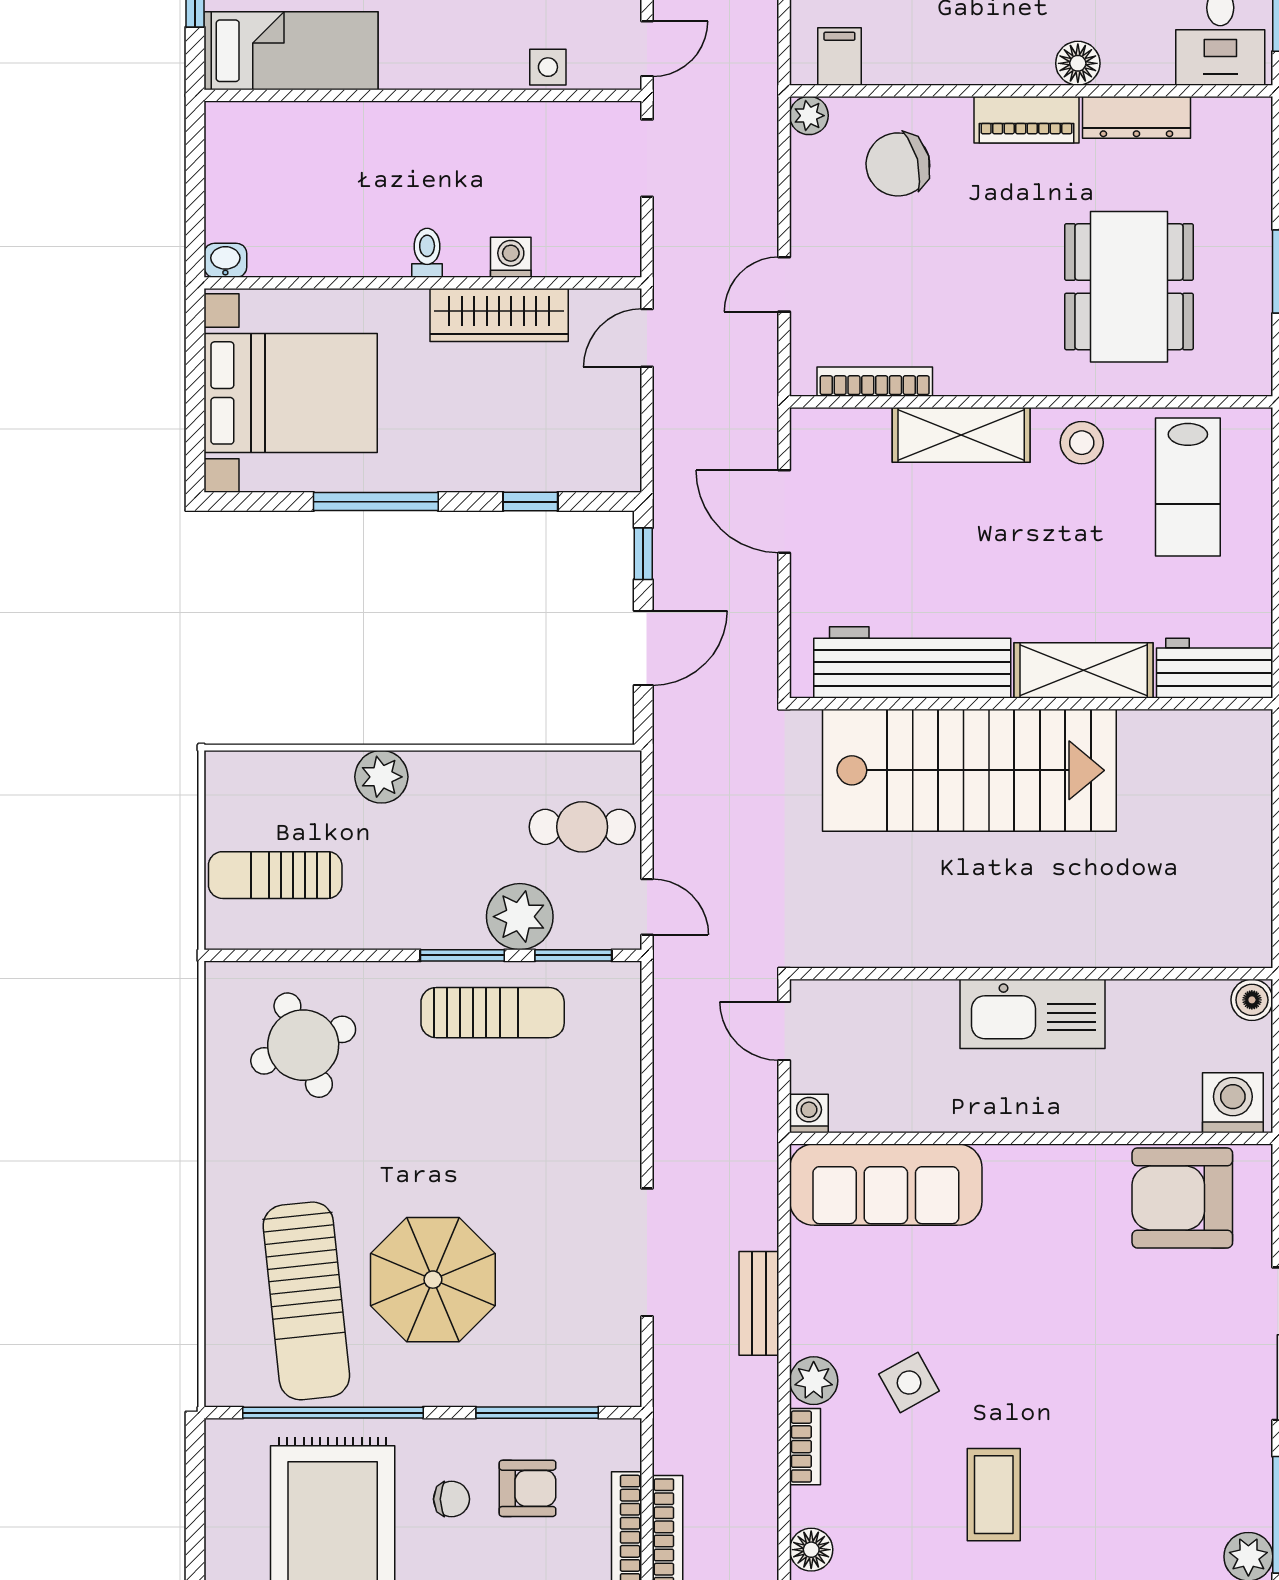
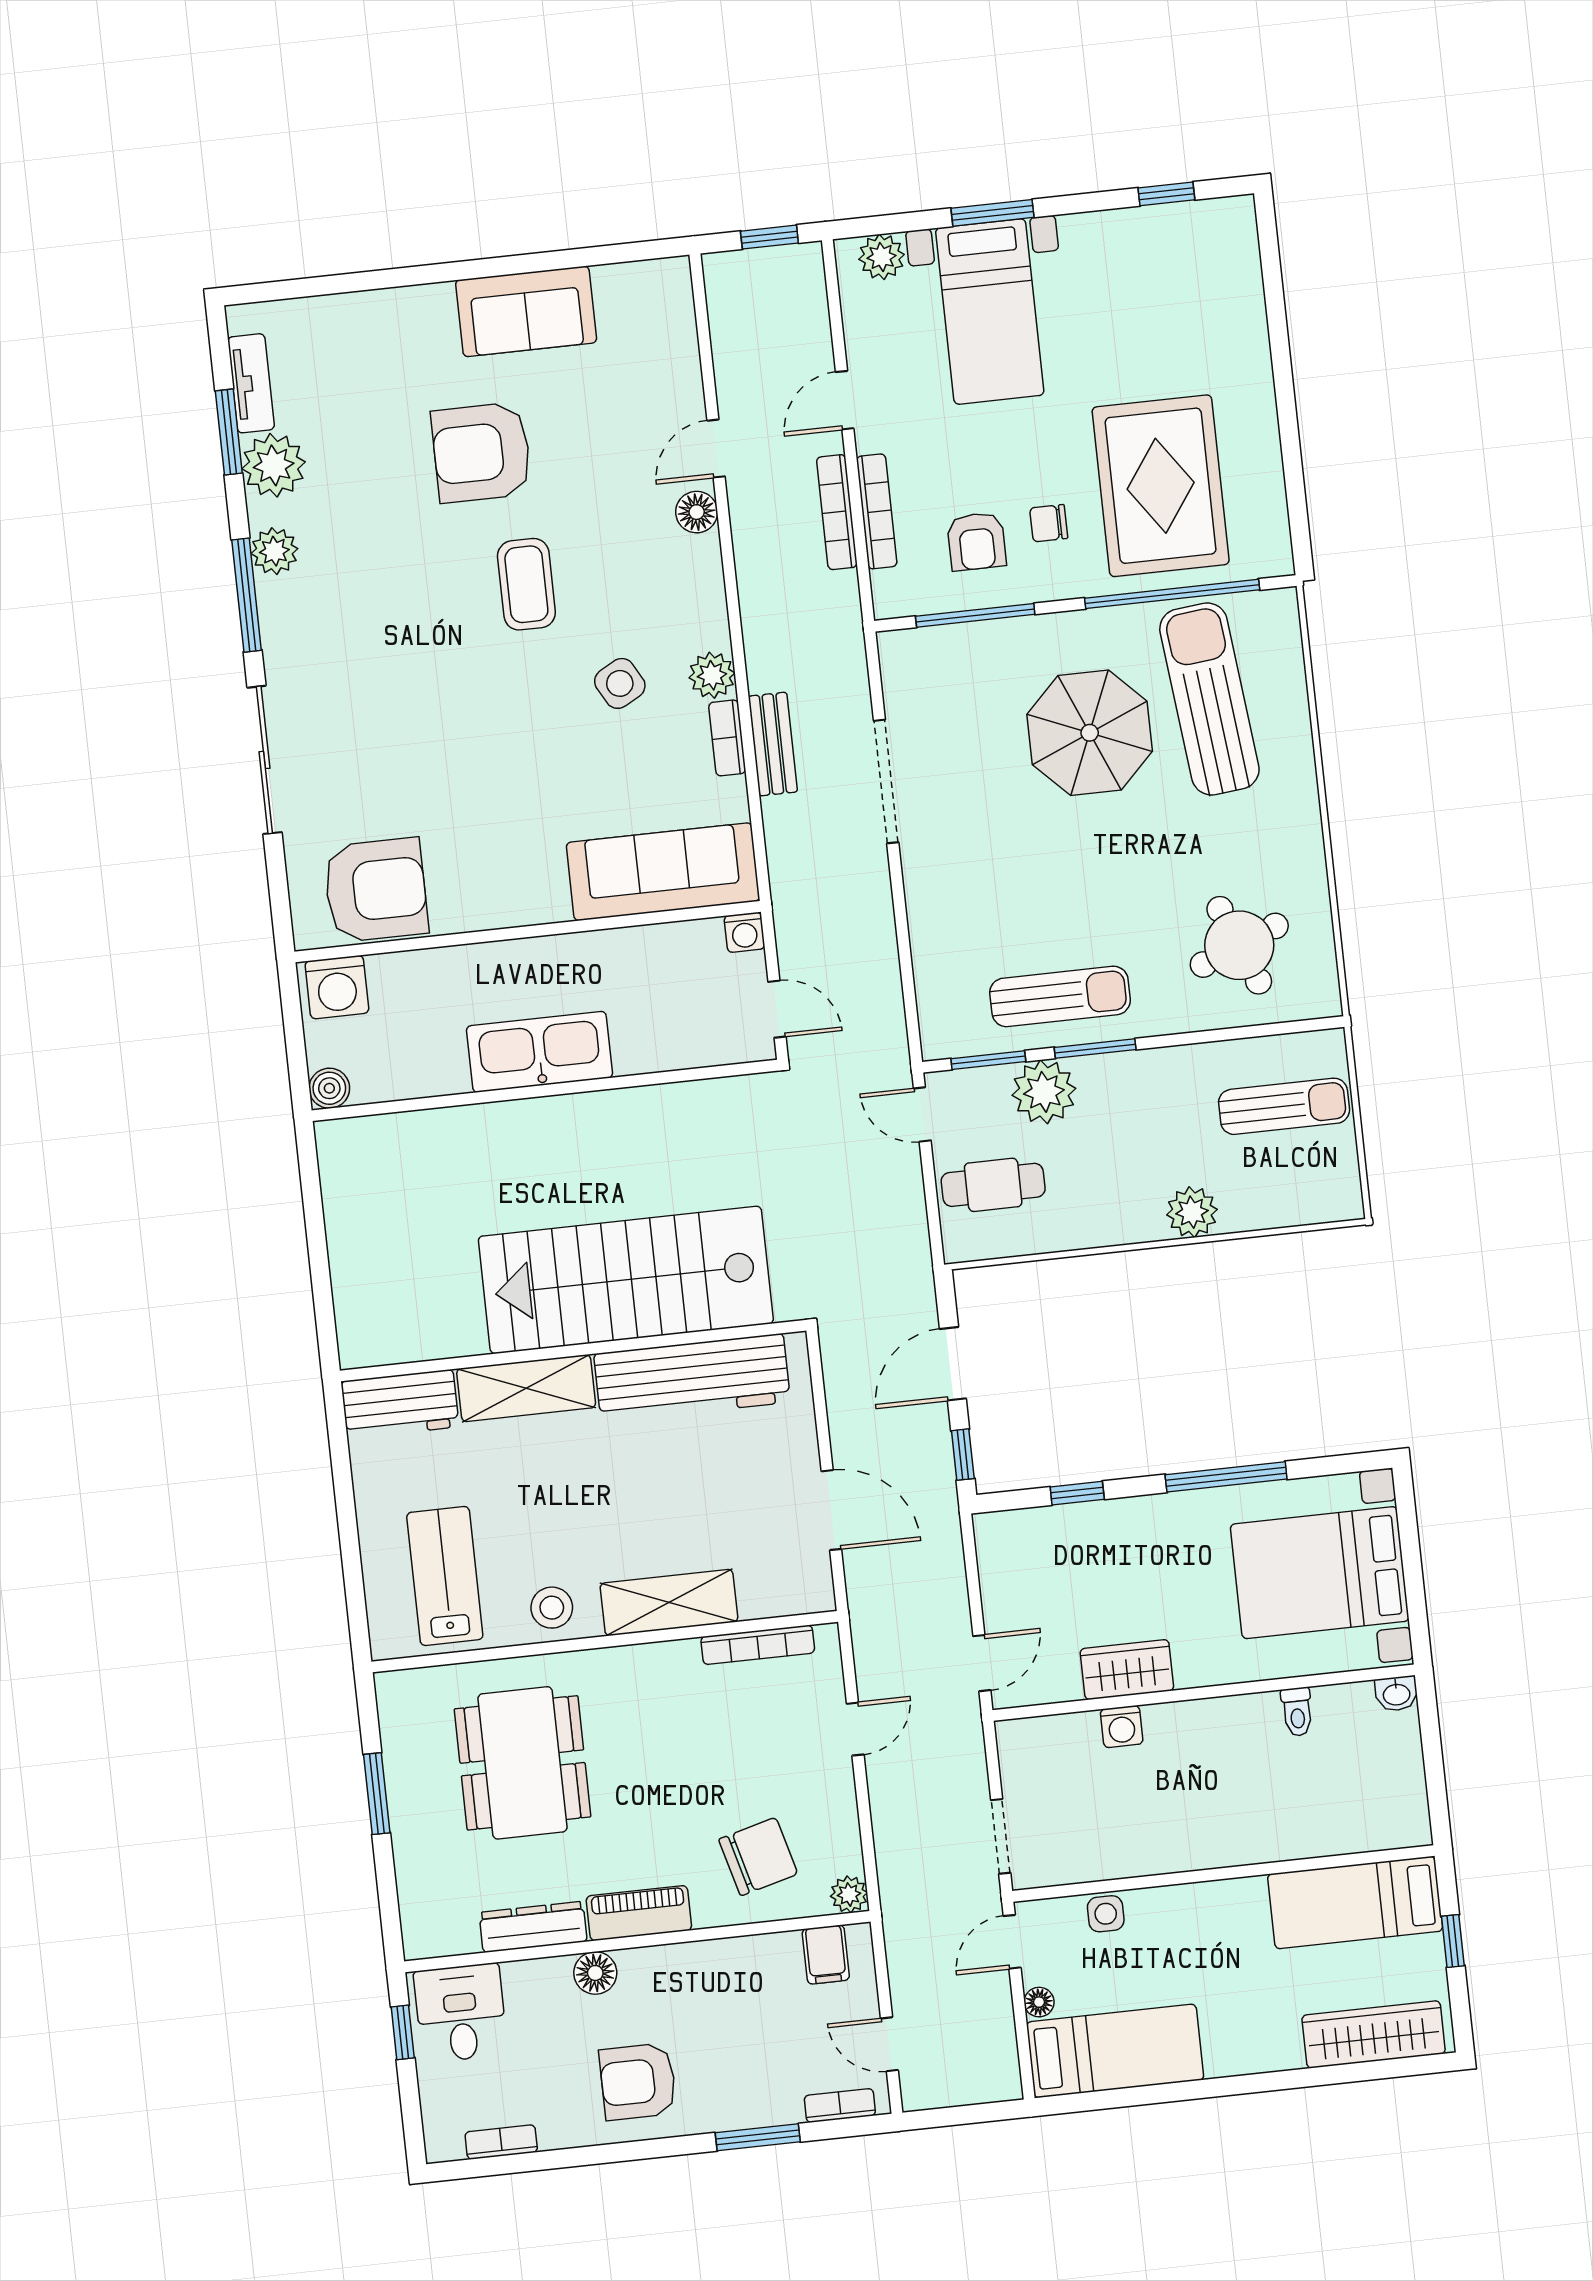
toilet: (427, 253) -> (1297, 1712), moved
wardrobe: (499, 315) -> (1127, 1670), width x0.67
sun lounger: (493, 1013) -> (1060, 996), turned 180
bookcase: (805, 1447) -> (727, 738), moved
armchair: (527, 1488) -> (977, 541), turned -90

